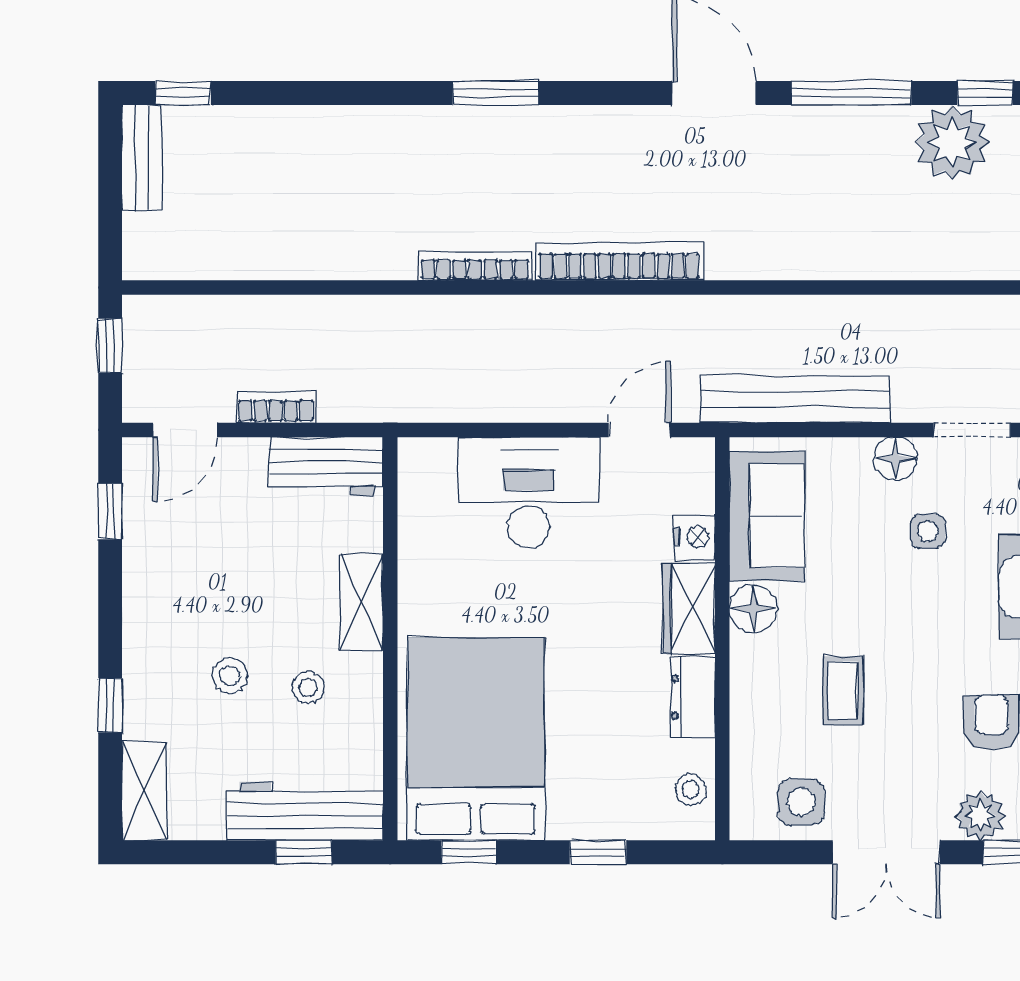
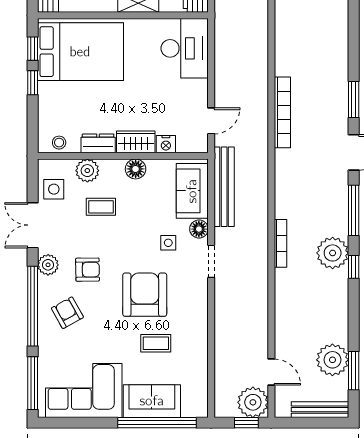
window: (496, 93) -> (354, 99), moved
bookcase: (475, 266) -> (280, 243), moved
door: (639, 430) -> (211, 121), hinge flipped
desk: (528, 493) -> (185, 48), moved
sofa: (767, 516) -> (192, 191), moved, turned 90
plant: (757, 723) -> (87, 171), added
window: (598, 852) -> (33, 83), moved

